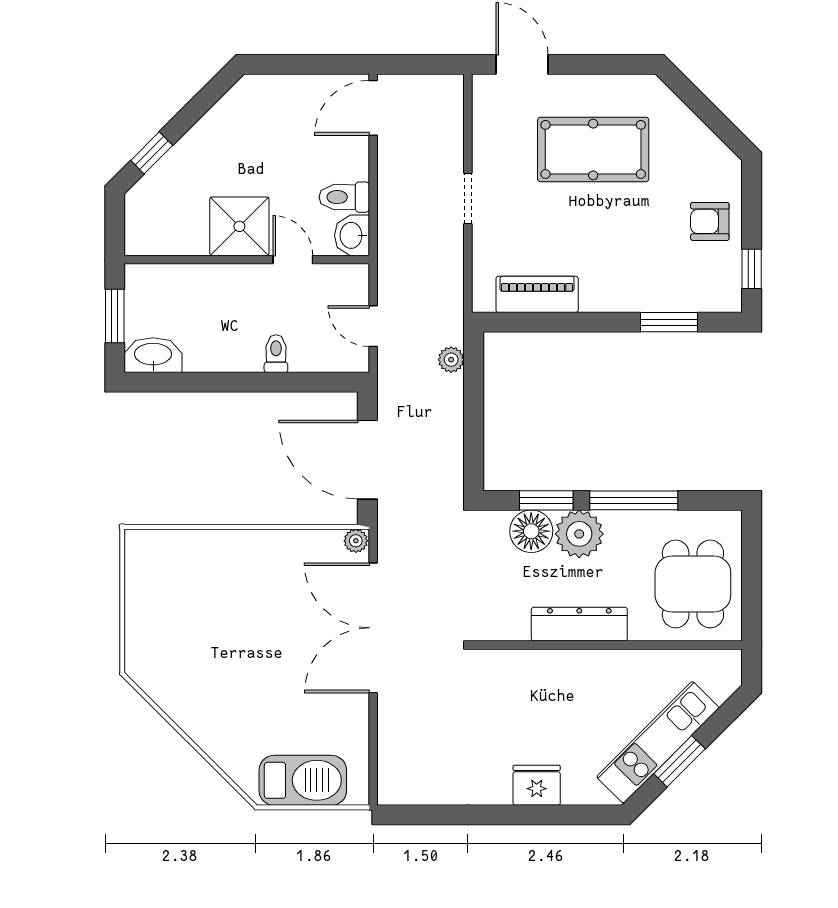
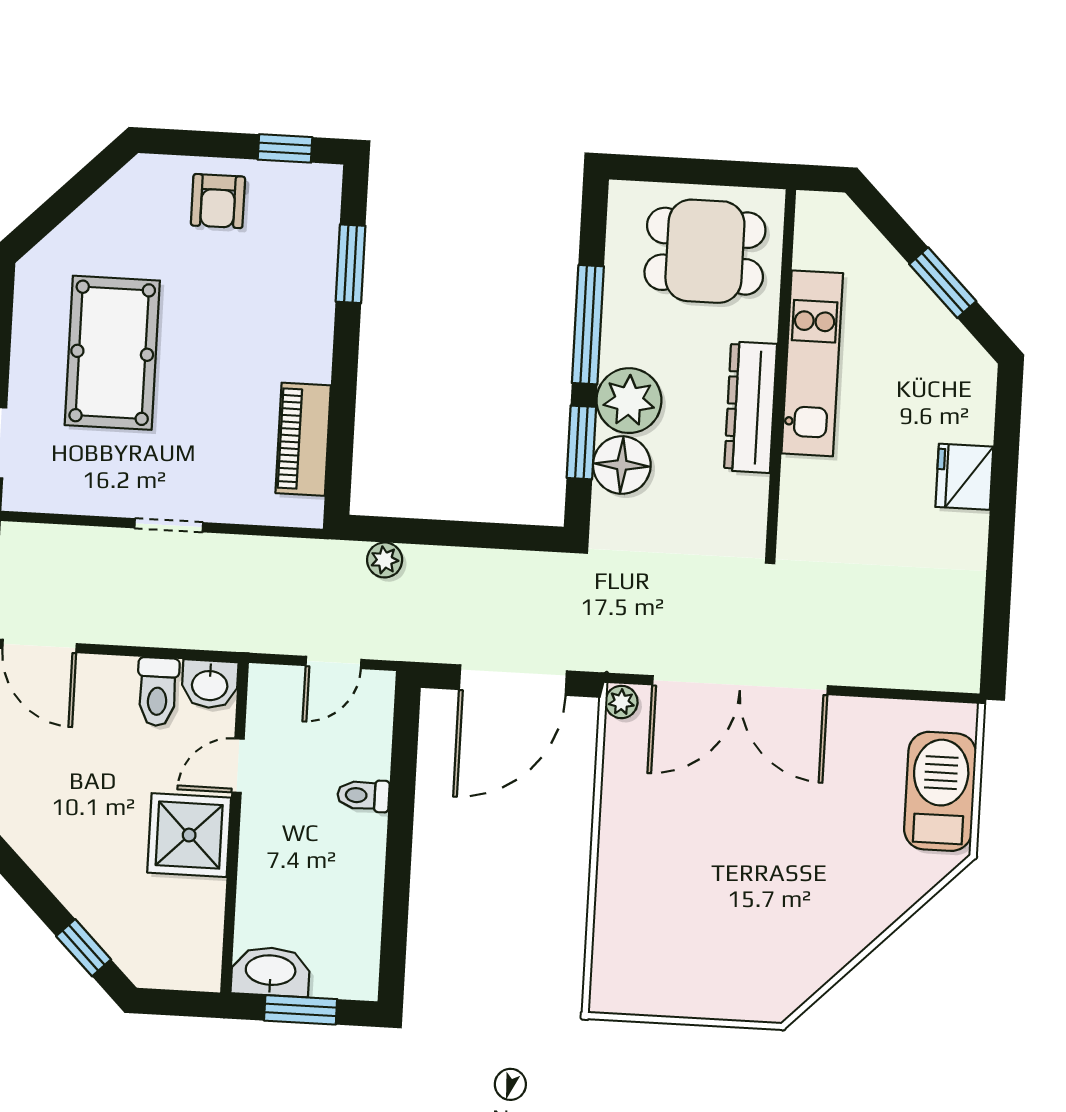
washbasin: (153, 355) -> (271, 972), moved, turned 90
kitchen unit: (658, 742) -> (812, 363), moved, turned -135

